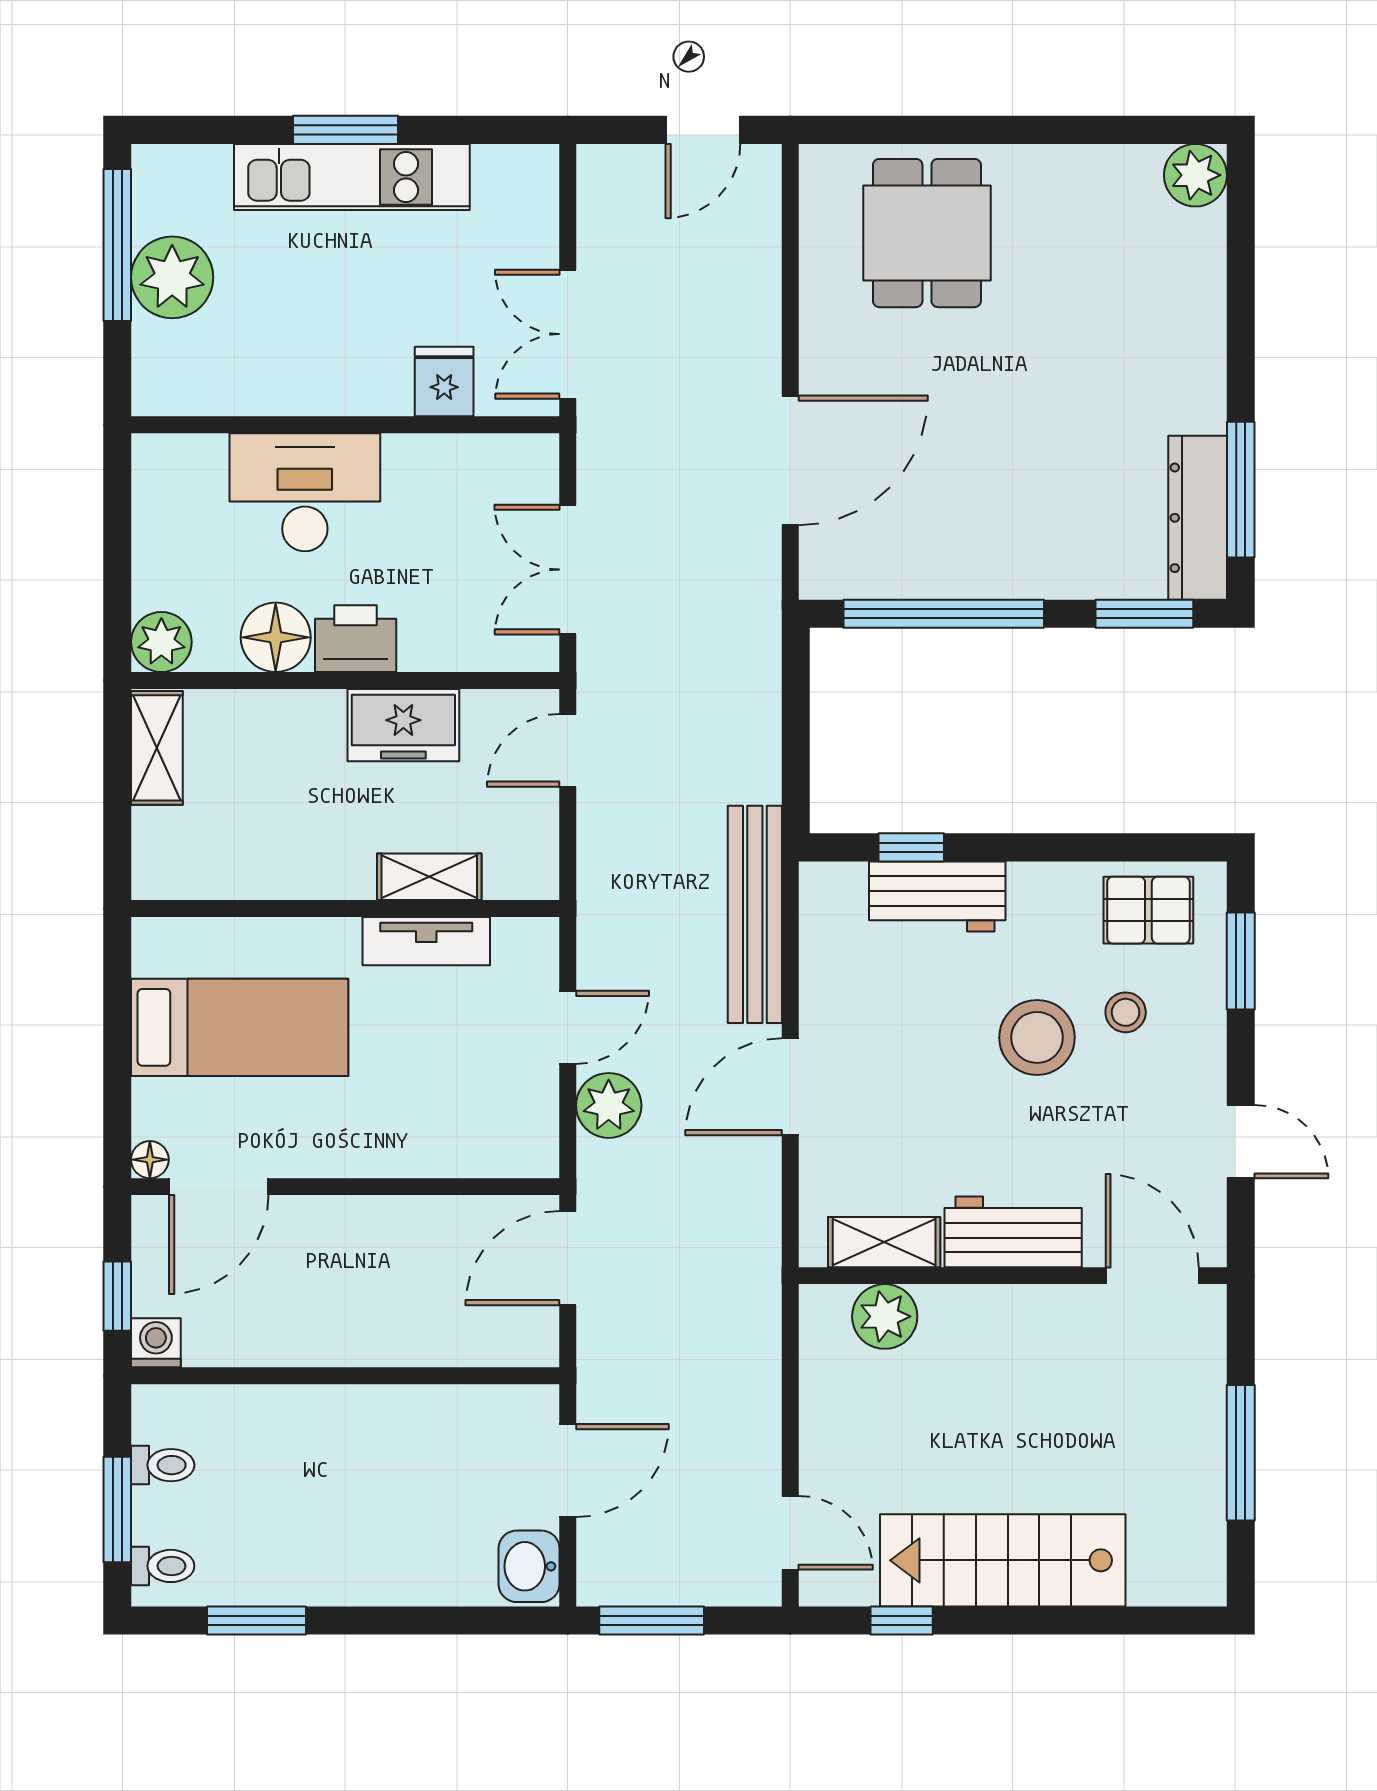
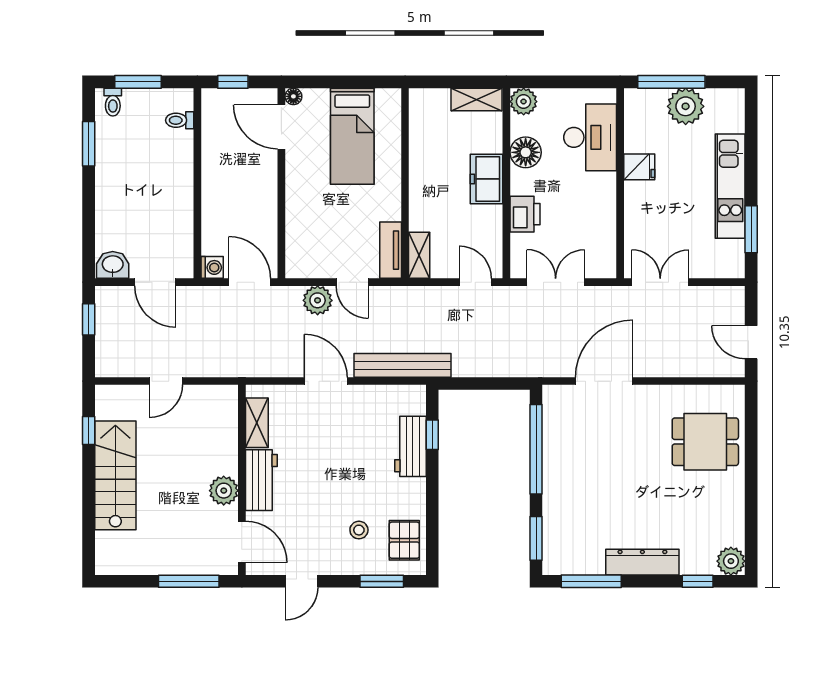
window: (345, 130) -> (751, 229), moved
window: (117, 245) -> (671, 82), moved
window: (1241, 250) -> (698, 581), added
fridge: (444, 382) -> (639, 167), moved
door: (790, 460) -> (604, 381), swing flipped
desk: (305, 492) -> (590, 137), moved
dresser: (1198, 518) -> (642, 562), moved
printer: (356, 639) -> (525, 214), moved
freezer: (403, 725) -> (487, 179), moved
shelving: (429, 877) -> (419, 255), moved
tv unit: (426, 941) -> (391, 250), moved
stool: (1037, 1037) -> (348, 491), removed
door: (1152, 1276) -> (242, 542), hinge flipped
plant: (885, 1316) -> (224, 491), moved
washing machine: (156, 1343) -> (212, 267), moved
window: (1241, 1453) -> (189, 581), moved
toilet: (163, 1465) -> (180, 120), moved, turned 90
door: (790, 1533) -> (166, 381), moved
window: (652, 1620) -> (89, 319), width x0.67

